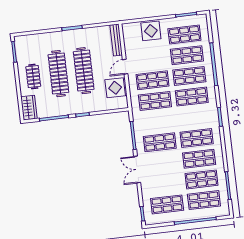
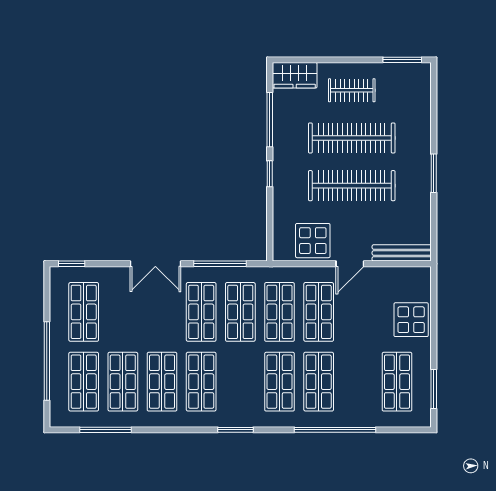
shop shelf: (187, 55) -> (240, 312), moved
door: (125, 67) -> (350, 264), swing flipped
double door: (137, 169) -> (155, 264), swing flipped

